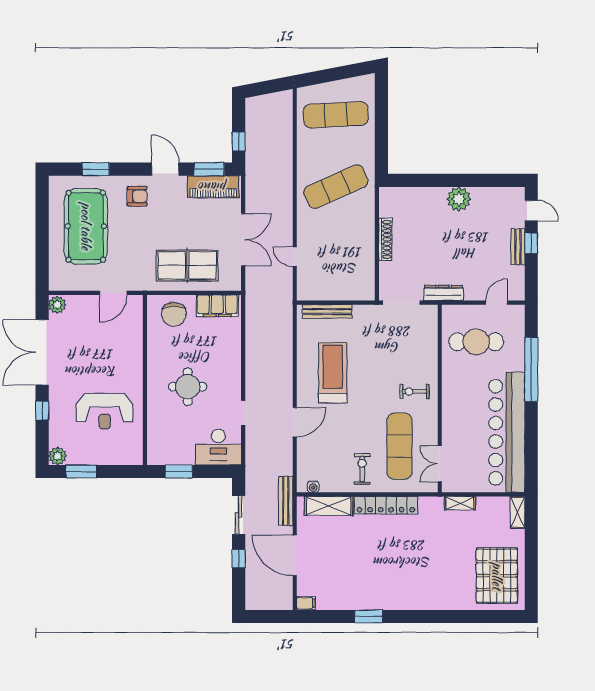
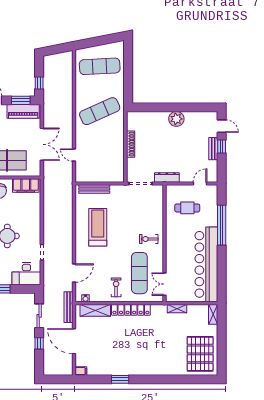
cafe table: (476, 342) -> (187, 208), width x0.73, depth x0.74
door: (295, 422) -> (74, 273), moved

